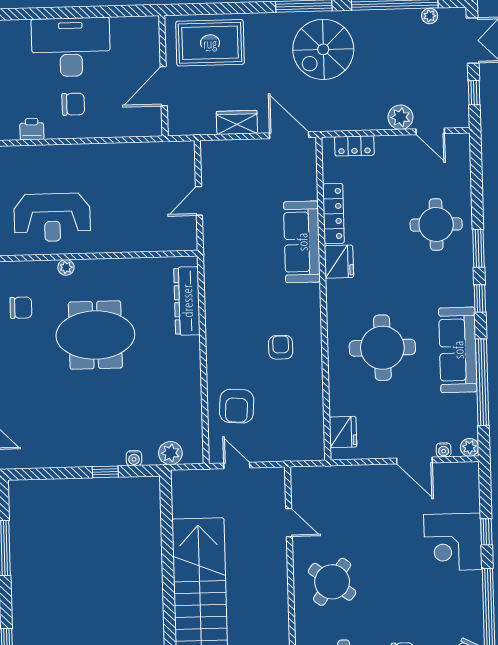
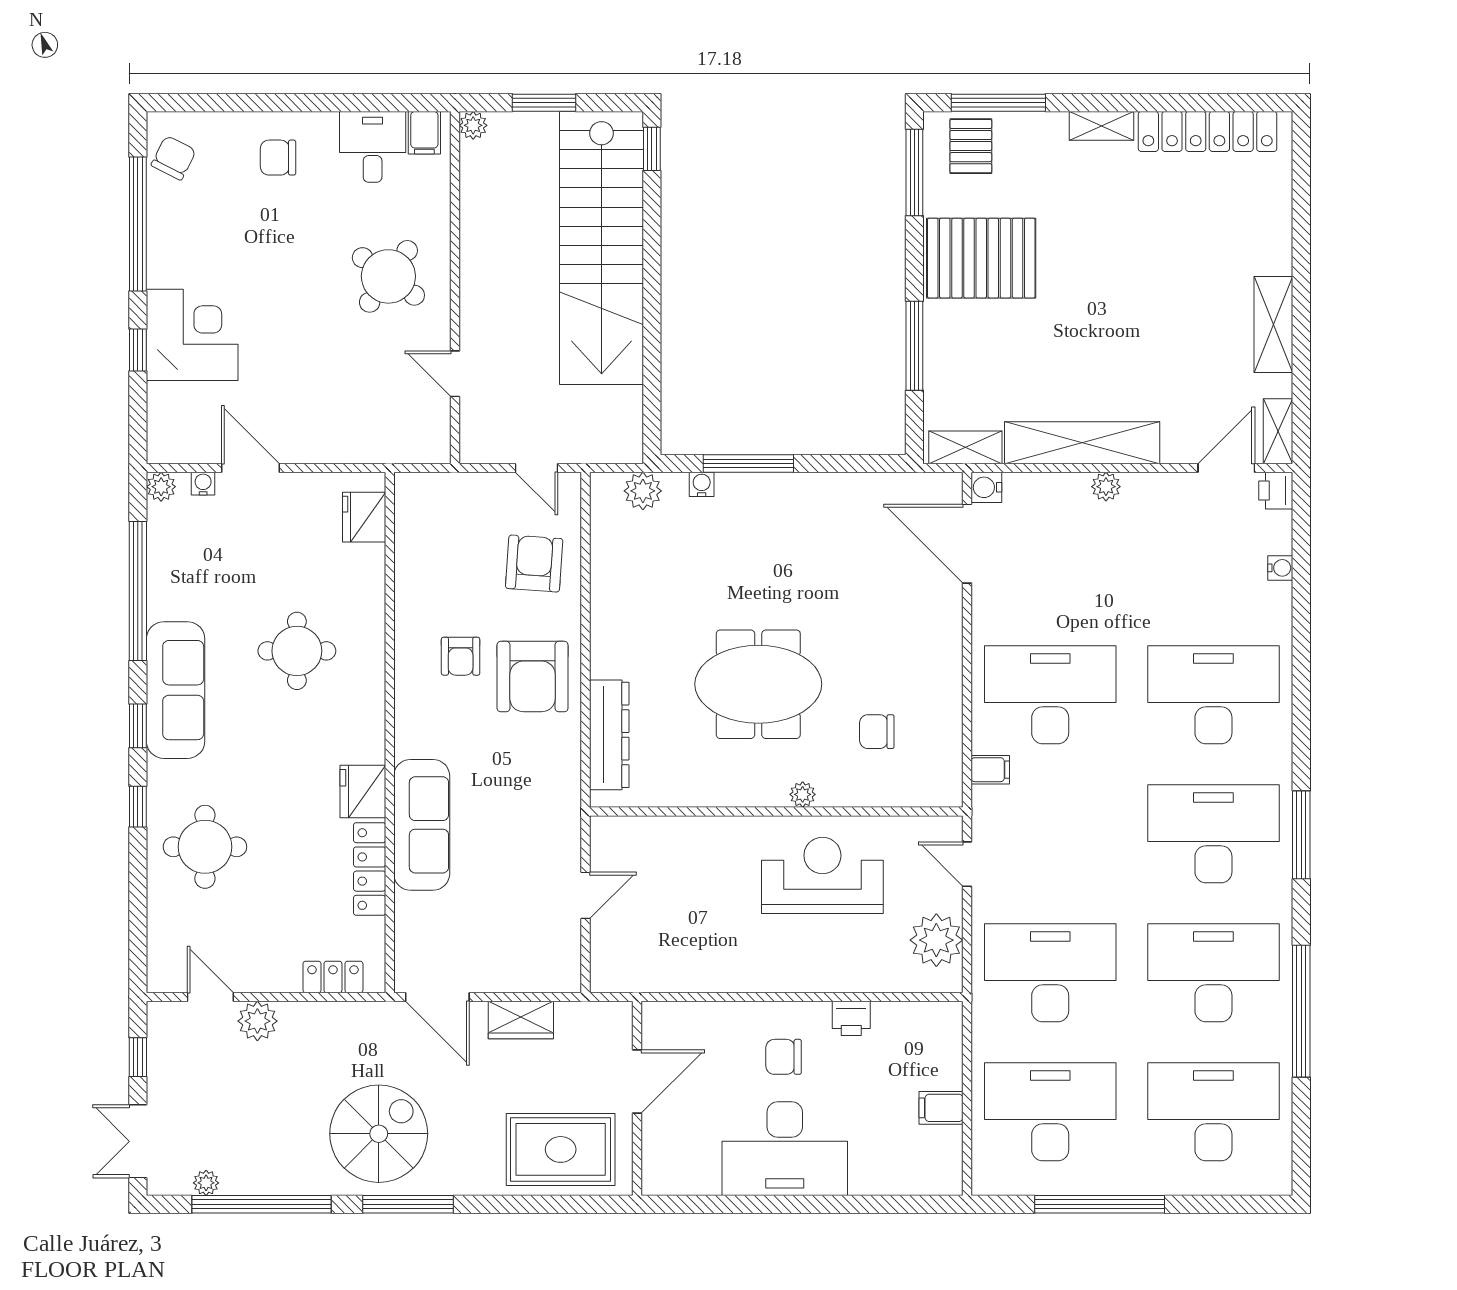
window: (478, 248) -> (138, 807), width x0.67
armchair: (236, 336) -> (533, 677), added
round table: (382, 348) -> (297, 651), width x0.73, depth x0.73
sofa: (458, 350) -> (176, 690), moved
window: (105, 472) -> (748, 463), width x2.17

